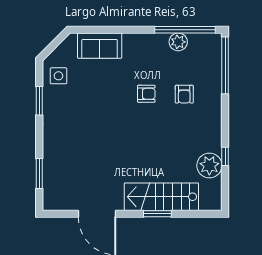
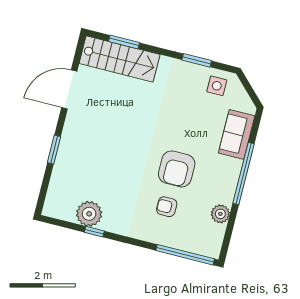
window: (185, 30) -> (244, 174), moved
armchair: (146, 94) -> (177, 169), width x1.88, depth x1.88
stairs: (161, 197) -> (120, 59), moved, turned 90

